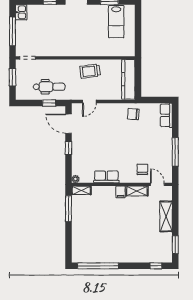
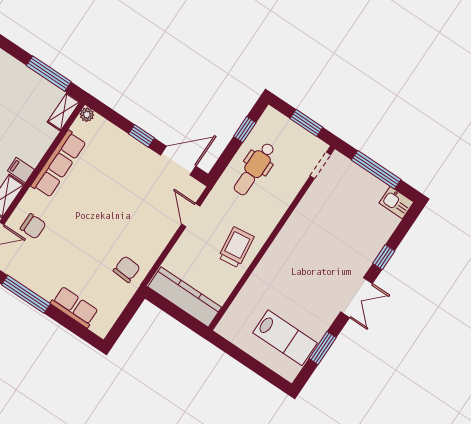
lab bench: (116, 22) -> (285, 338), turned 180
window: (49, 103) -> (245, 130), moved
row of seats: (166, 115) -> (74, 307), moved
row of seats: (106, 177) -> (59, 164), width x1.48

